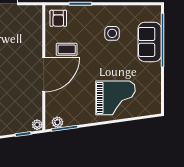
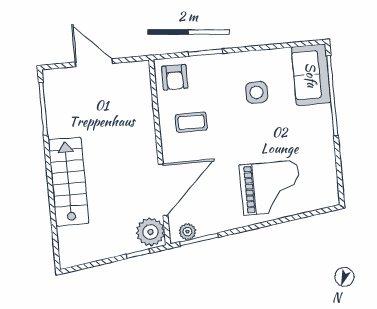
sofa: (150, 42) -> (311, 75), moved
door: (44, 74) -> (163, 190), moved
plant: (37, 125) -> (150, 232), width x1.87, depth x1.87

